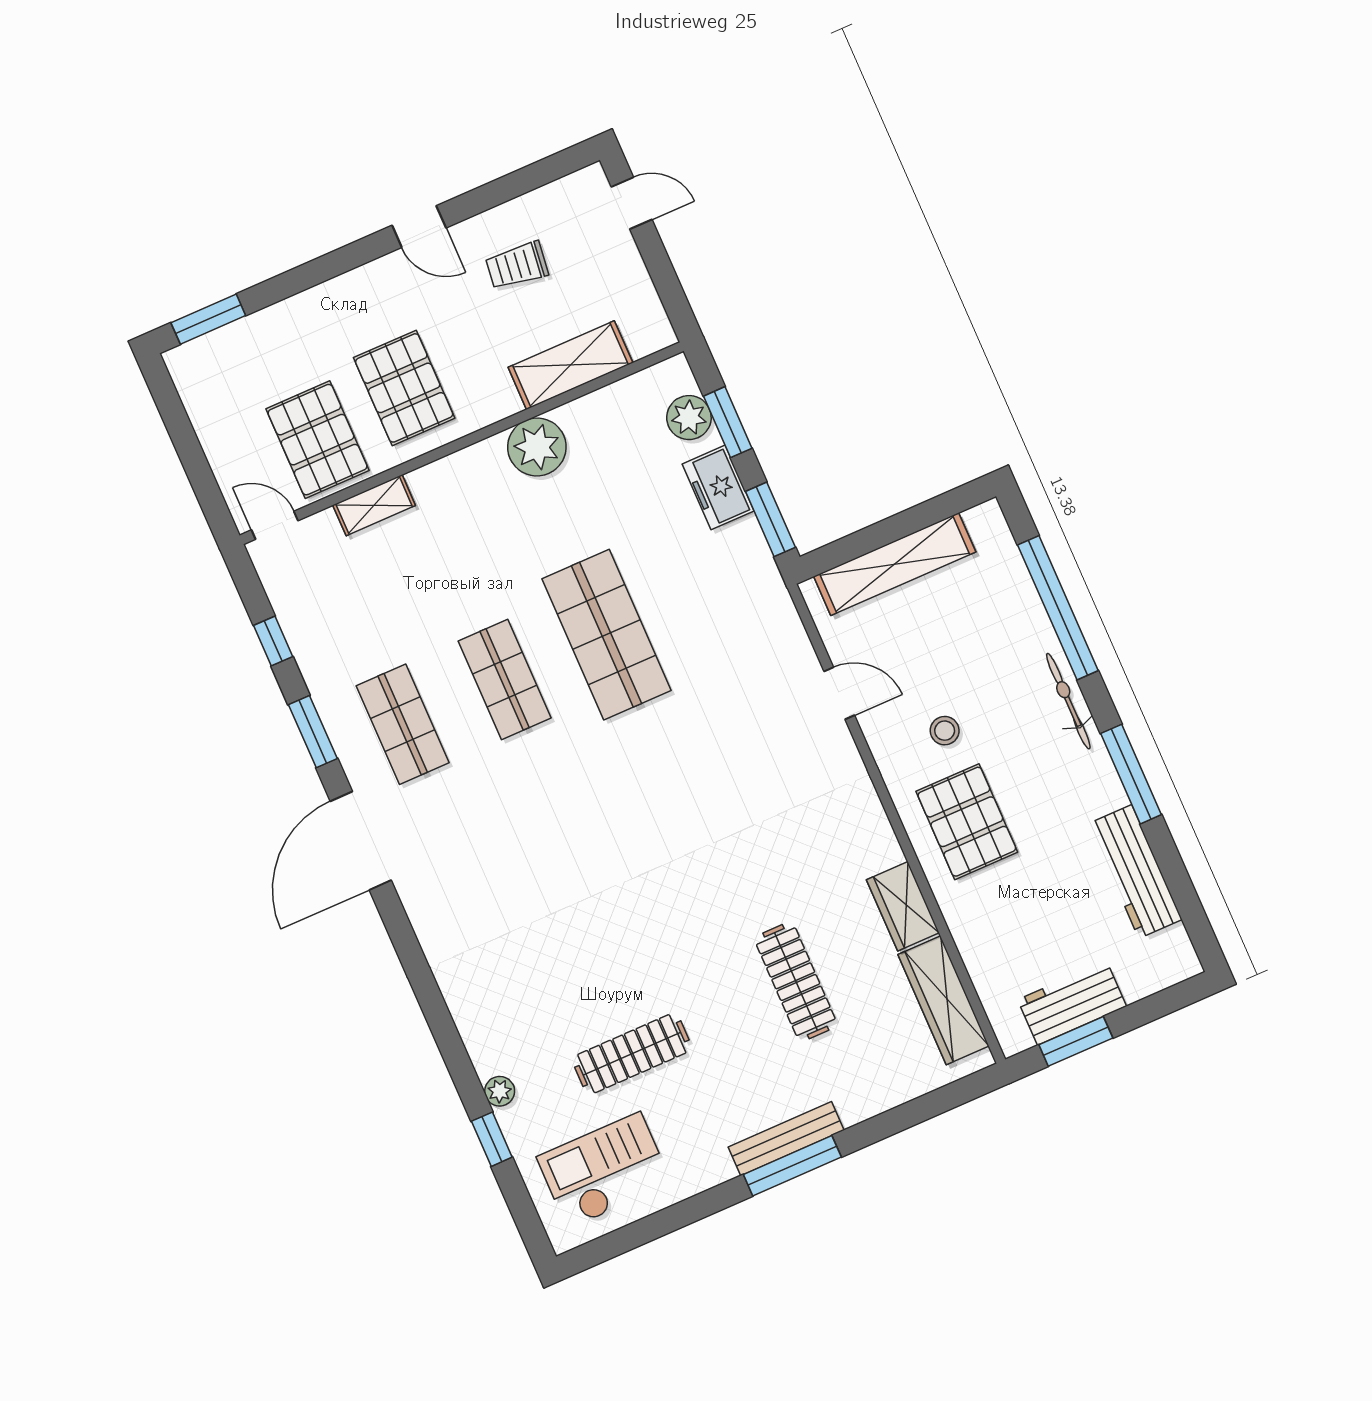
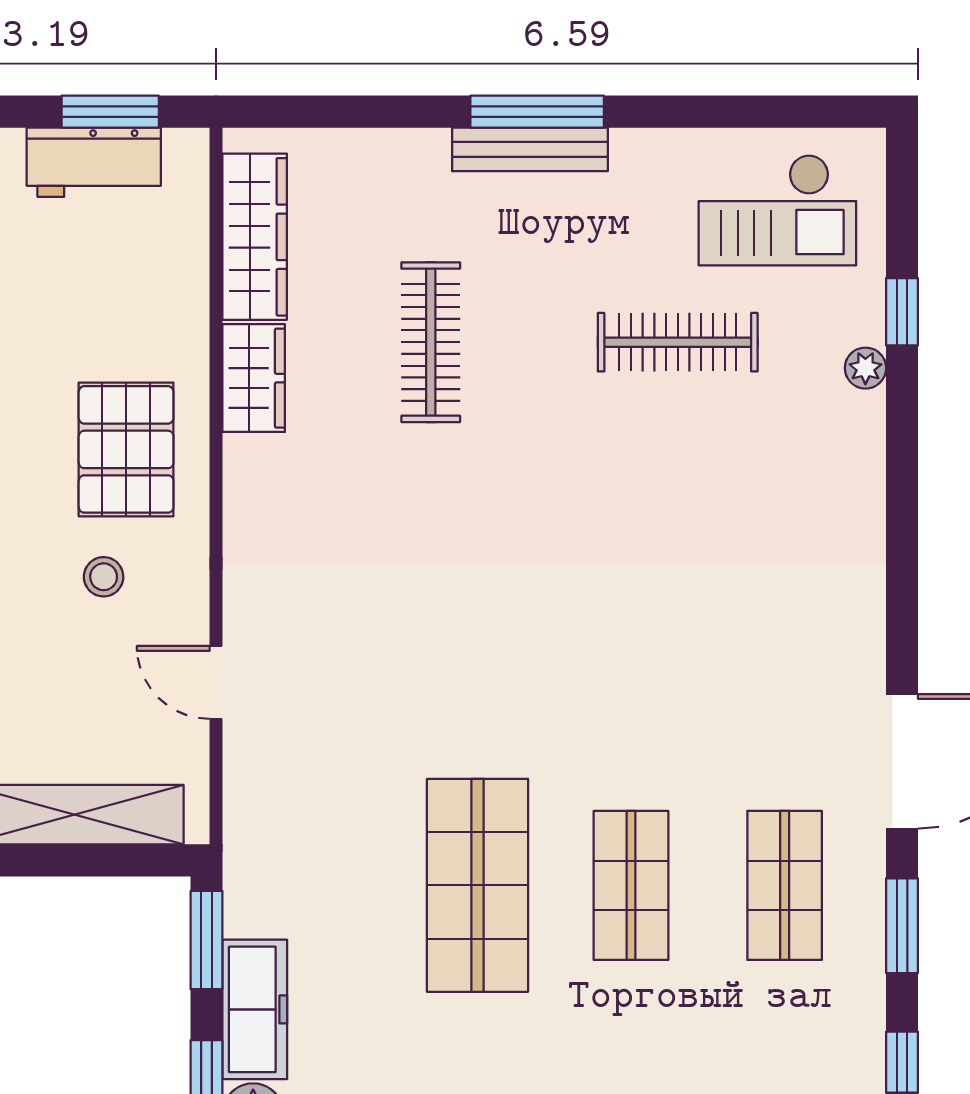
freezer: (718, 487) -> (255, 1009), width x1.40

